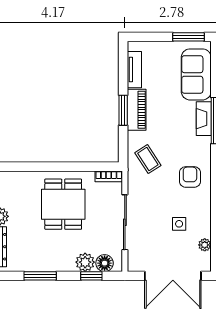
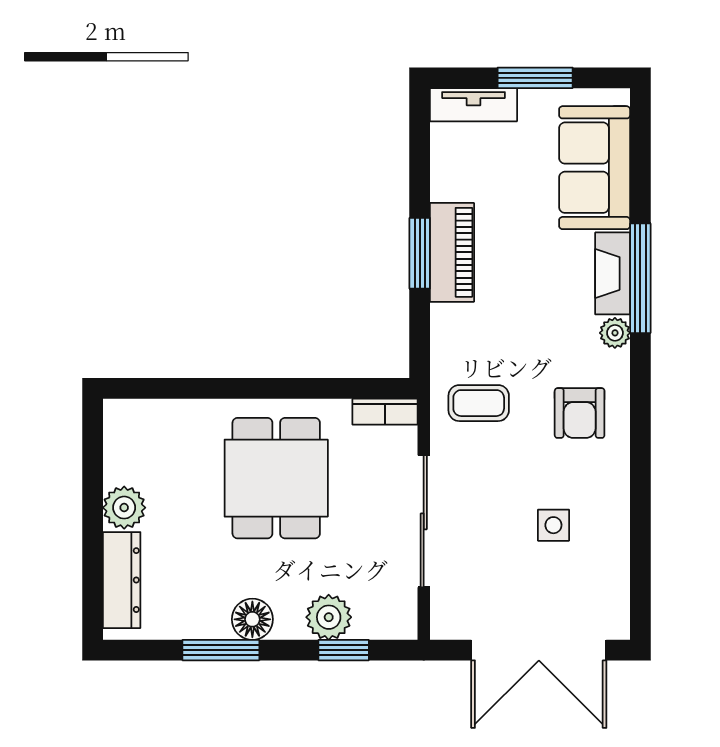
window: (189, 37) -> (535, 78), moved
tv unit: (134, 70) -> (473, 105), moved, turned 90
coffee table: (148, 159) -> (479, 403), moved, turned -57
armchair: (190, 177) -> (580, 413), turned 180
plant: (205, 245) -> (615, 333), moved
floor lamp: (105, 263) -> (252, 619), moved

